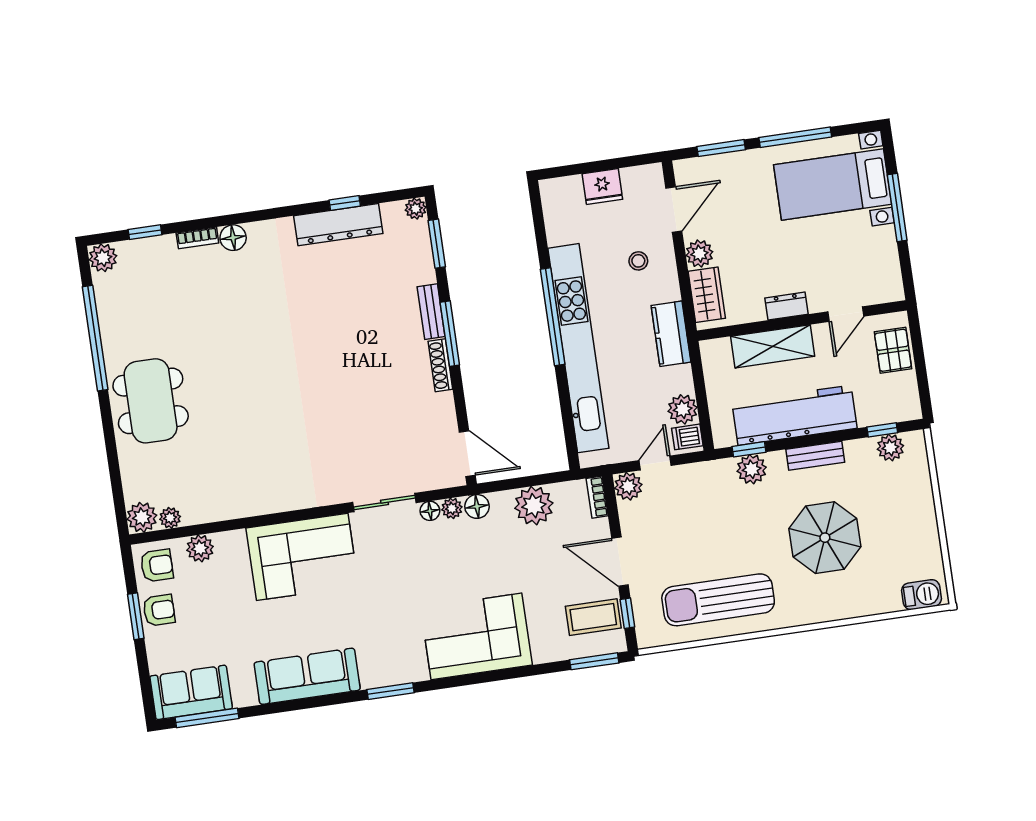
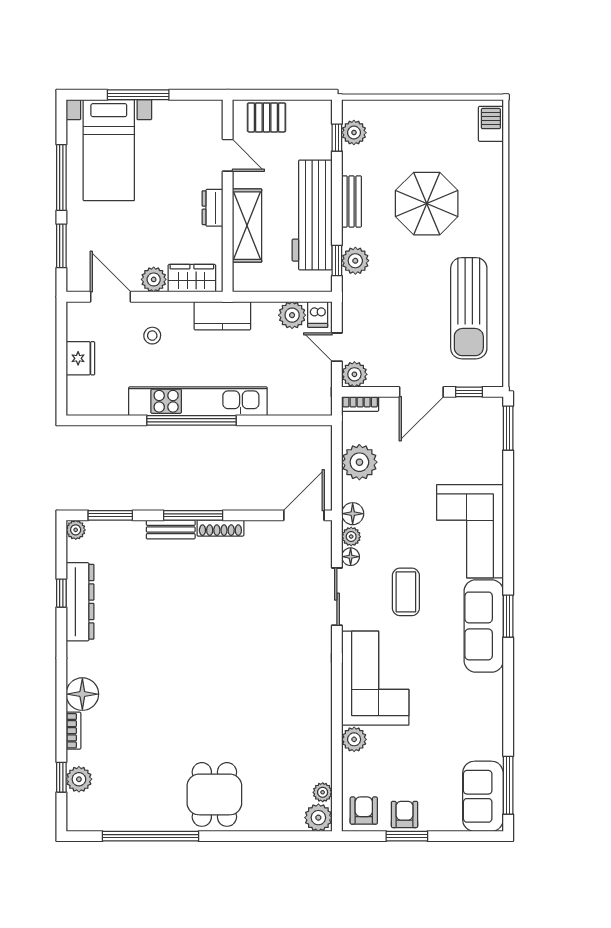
floor lamp: (233, 238) -> (82, 694), width x1.38, depth x1.38
plant: (103, 258) -> (79, 779), moved
kitchen unit: (578, 348) -> (198, 401), width x0.73
dining table: (151, 401) -> (214, 794), width x0.73
plant: (200, 548) -> (354, 739), moved
coffee table: (593, 617) -> (406, 592), moved
sofa: (307, 676) -> (484, 626), moved

